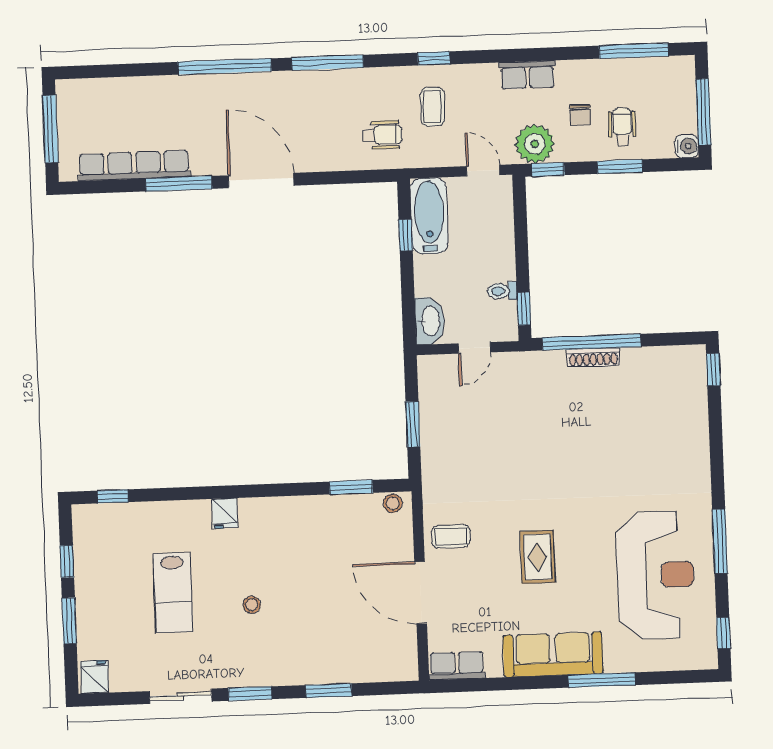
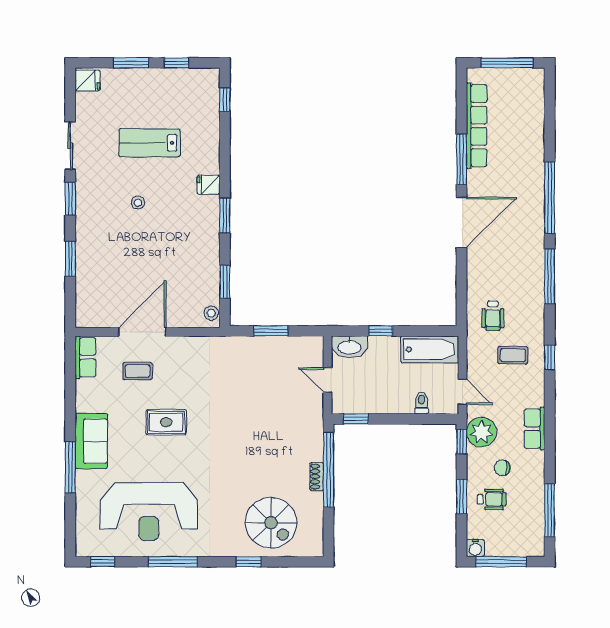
door: (483, 171) -> (463, 392), hinge flipped
window: (406, 235) -> (381, 331), moved
toilet: (502, 291) -> (422, 403), moved
shoe rack: (593, 357) -> (317, 477), width x0.70
window: (713, 370) -> (248, 562), moved
spiral stairs: (664, 415) -> (271, 523), added
window: (264, 491) -> (225, 216), added
coffee table: (451, 536) -> (138, 371), moved, turned 90
sofa: (553, 654) -> (91, 441), width x0.73

